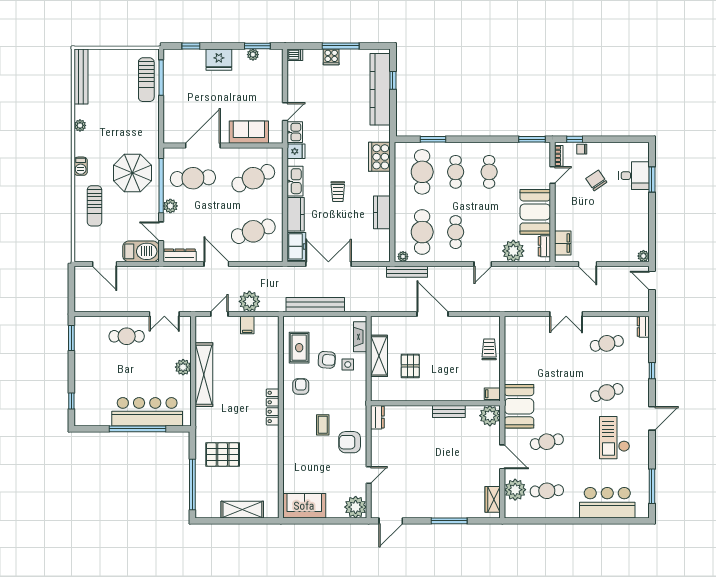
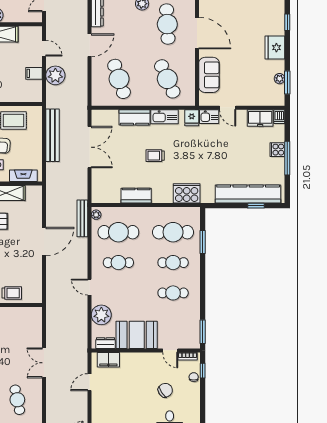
freezer: (296, 246) -> (260, 118), moved

